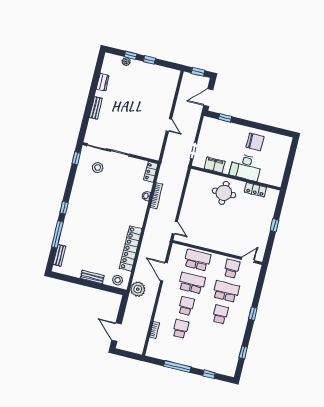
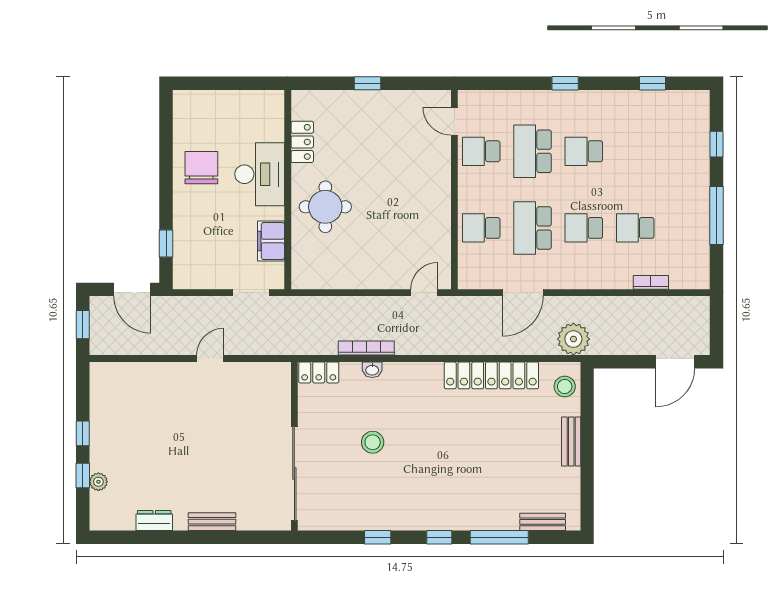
window: (76, 158) -> (378, 537), moved
stool: (98, 168) -> (373, 442), moved
school desk: (197, 260) -> (481, 228), width x0.54

